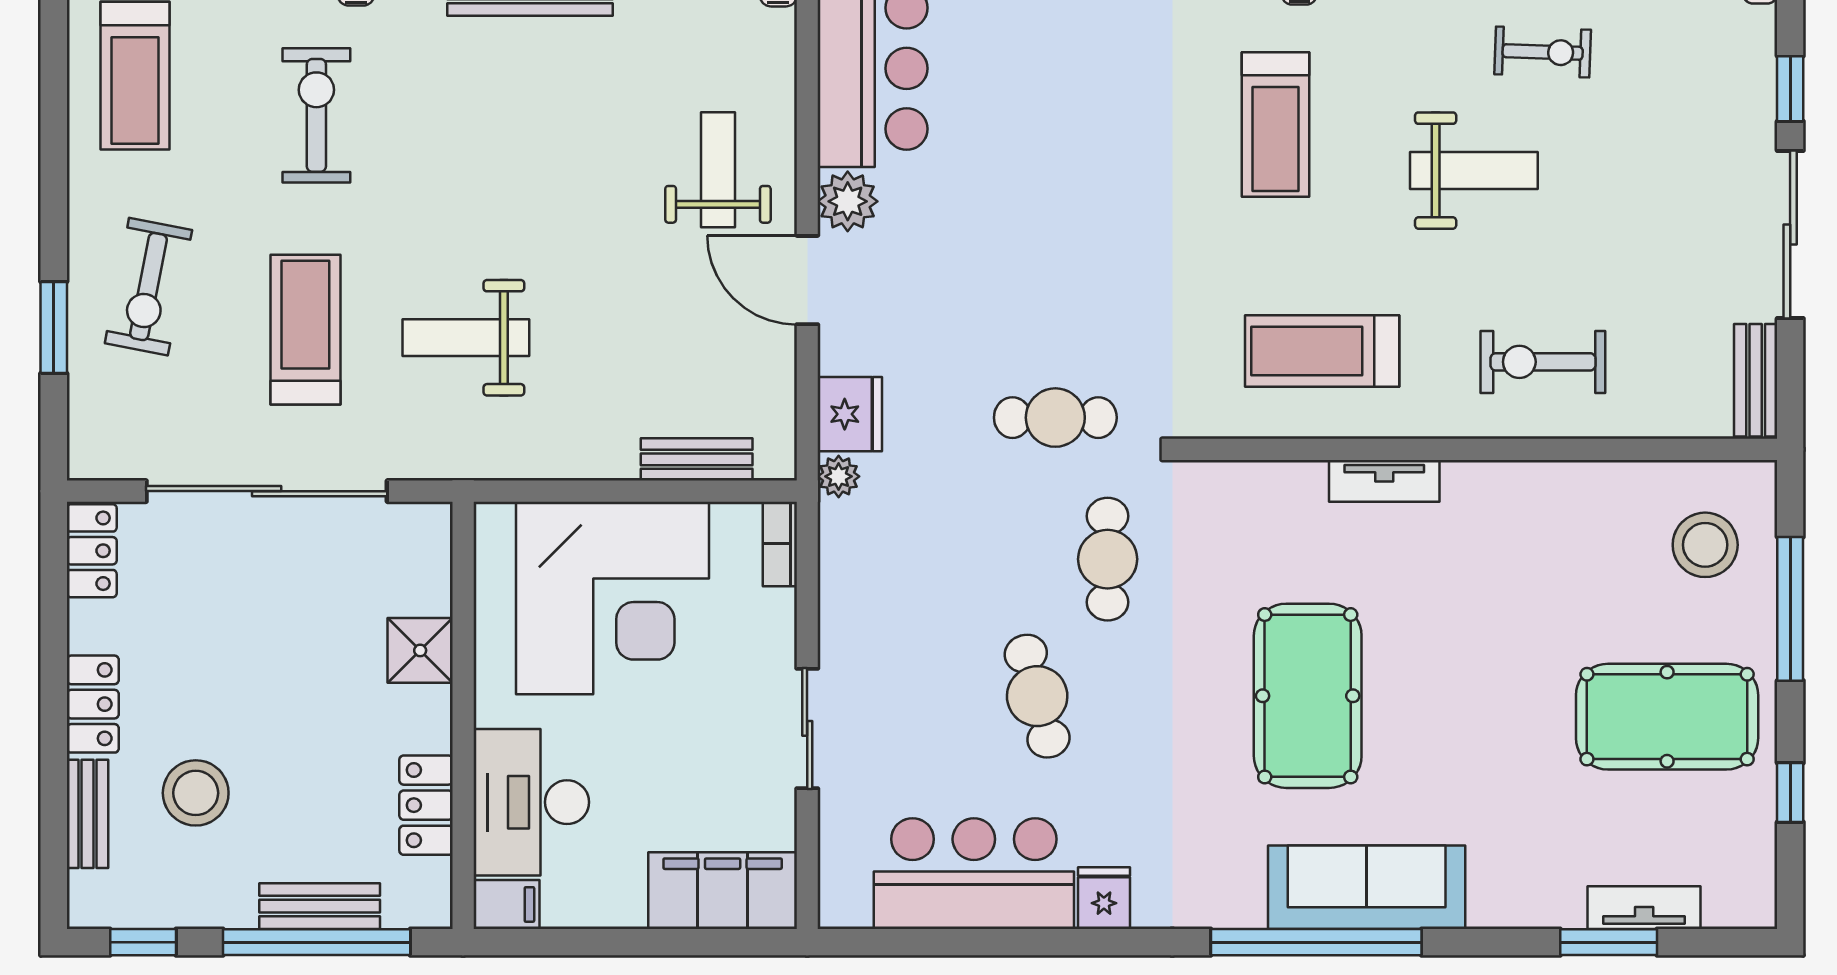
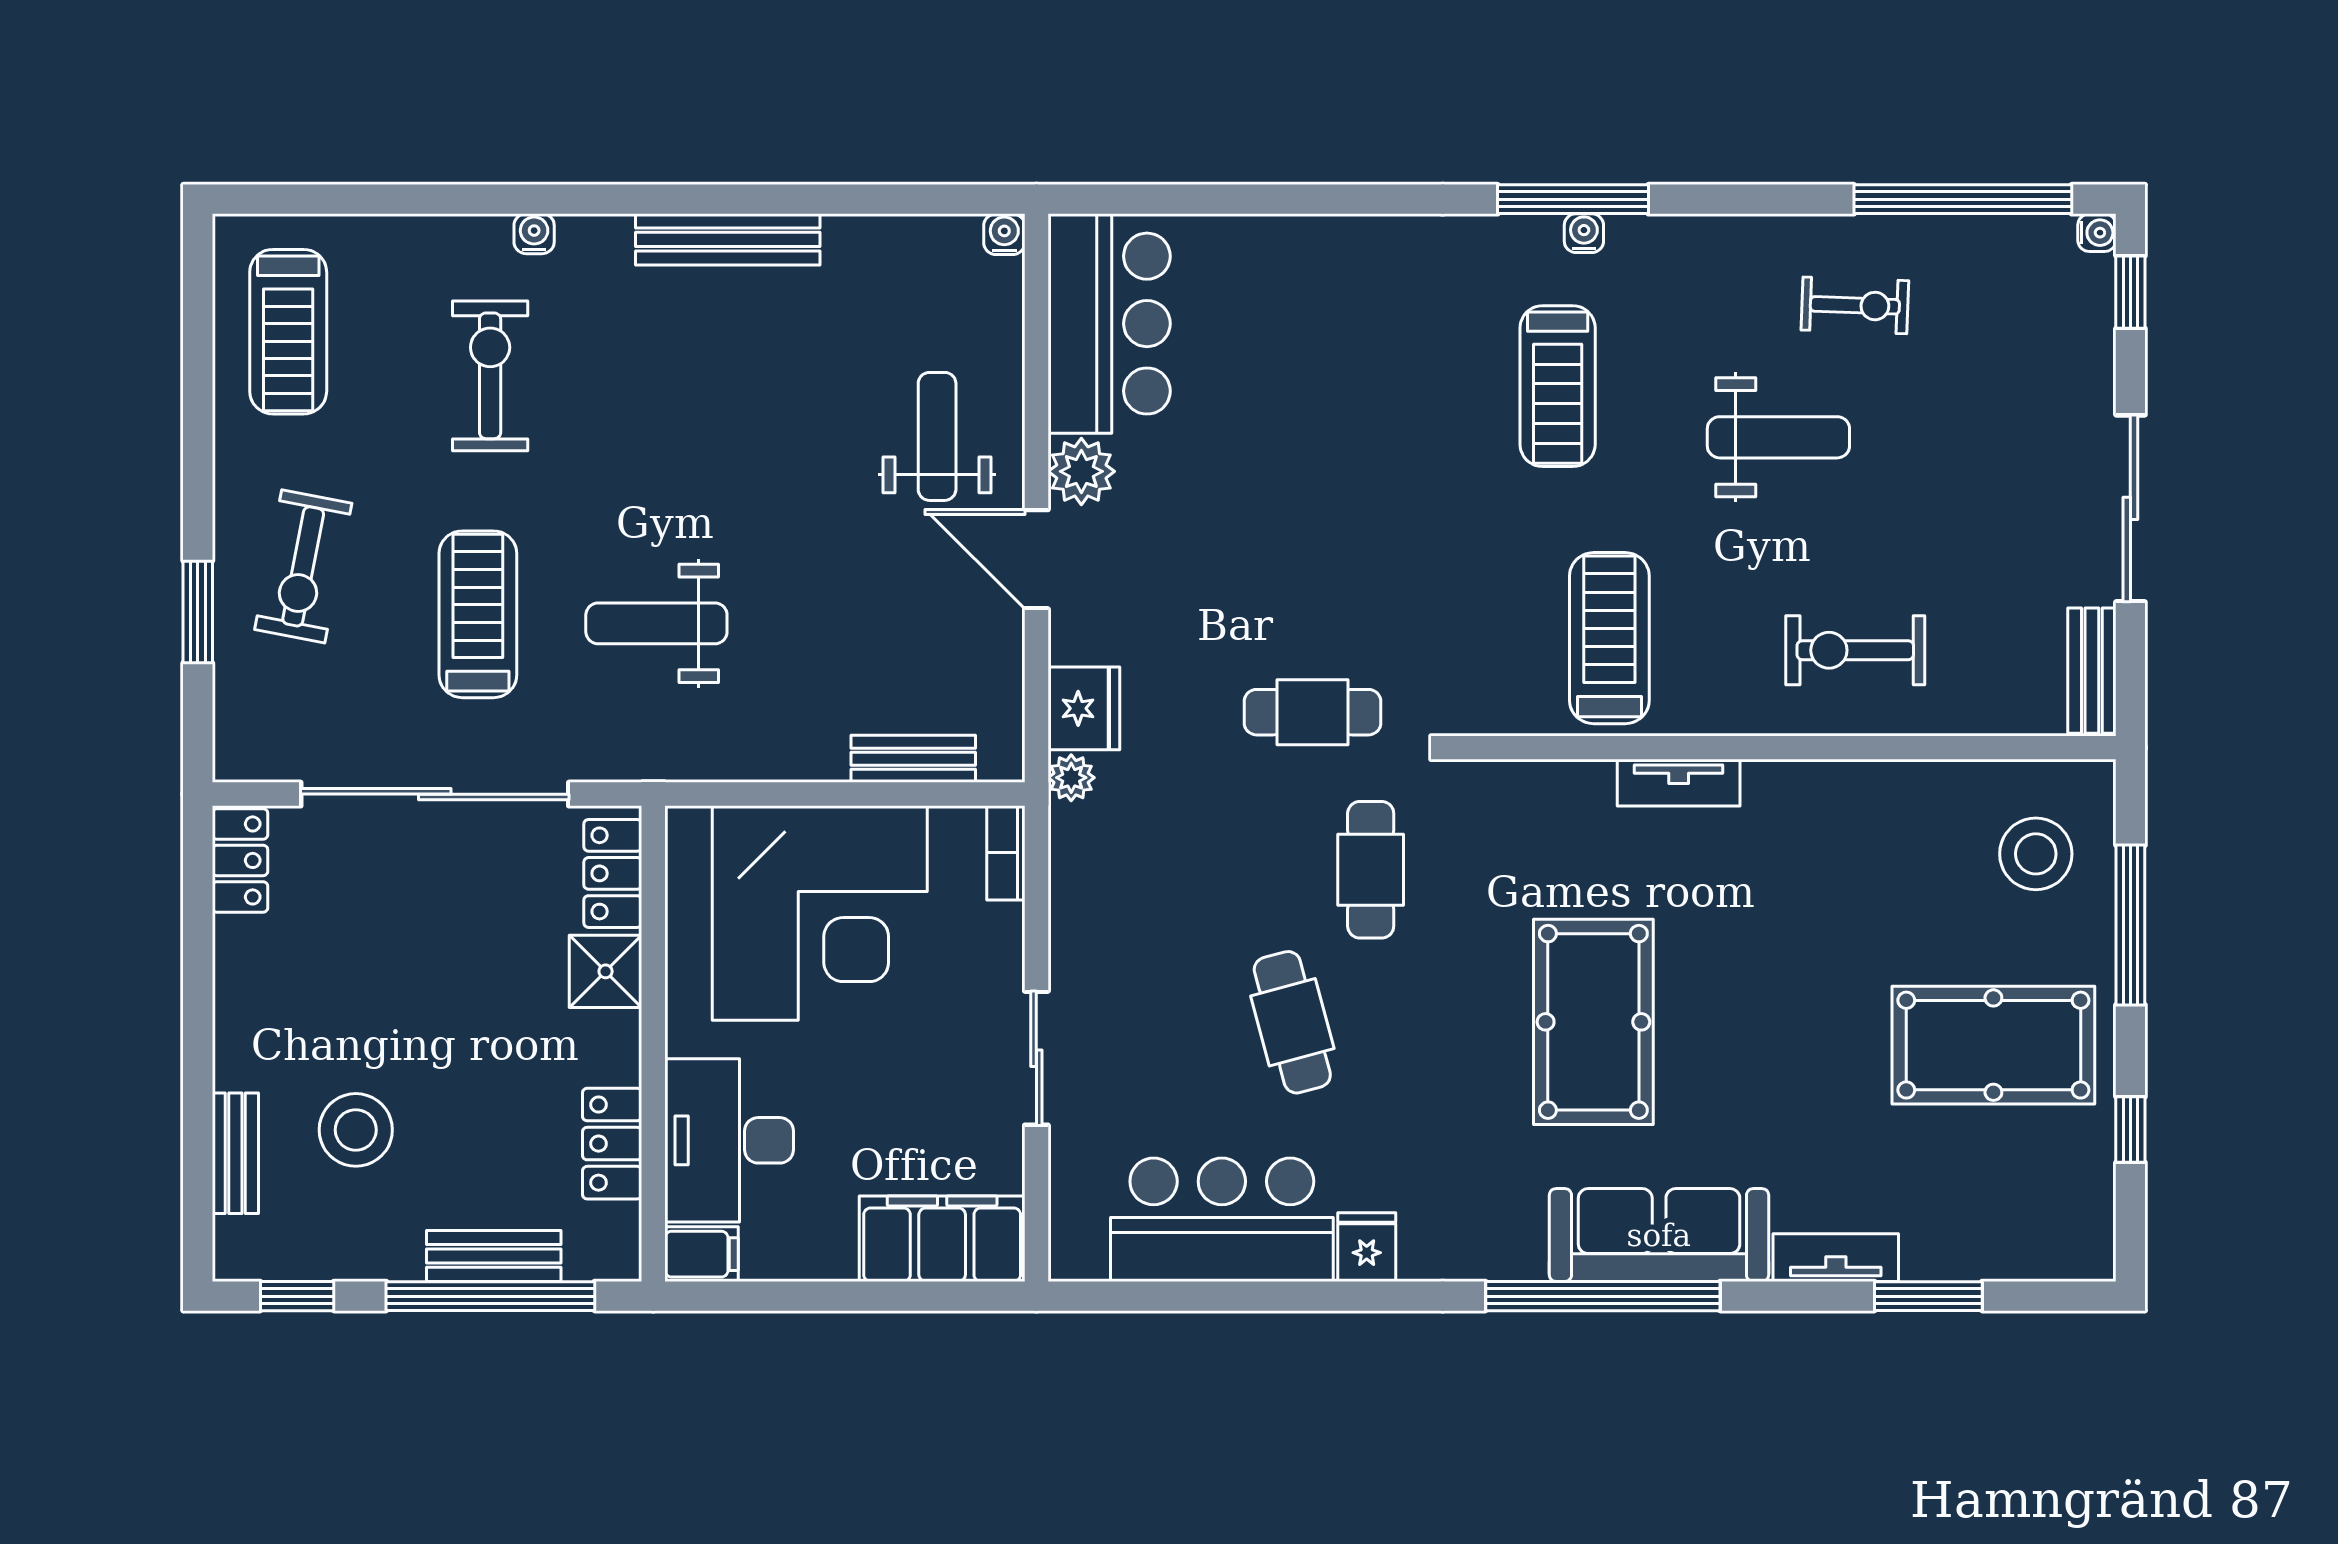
window: (1790, 89) -> (2130, 292), moved
treadmill: (1322, 351) -> (1609, 638), turned 90
locker: (93, 704) -> (613, 873), moved, turned 180
tv unit: (1644, 908) -> (1836, 1258), moved

